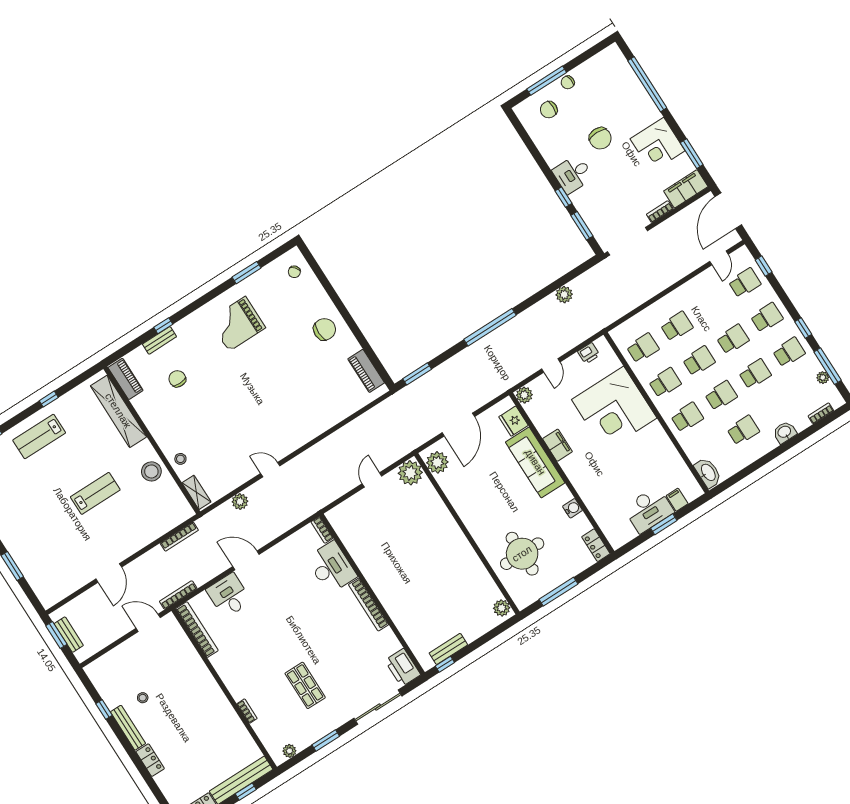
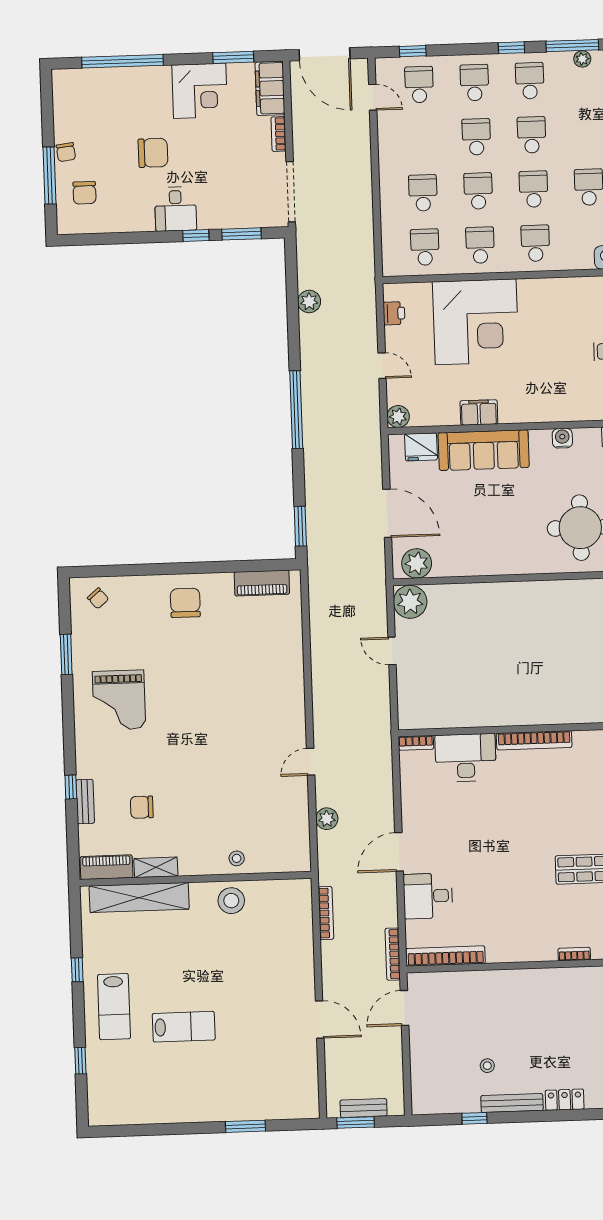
shelving: (196, 492) -> (156, 867), moved
lab bench: (95, 493) -> (184, 1027), moved, turned 90

